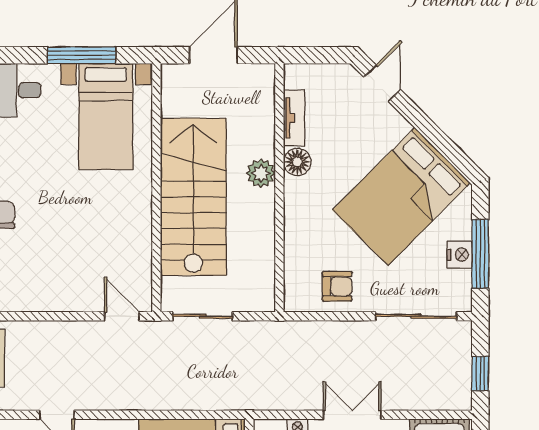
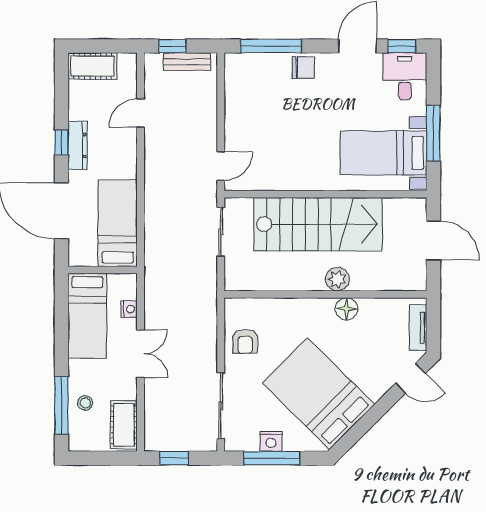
tv unit: (294, 118) -> (418, 328), moved, turned 90

